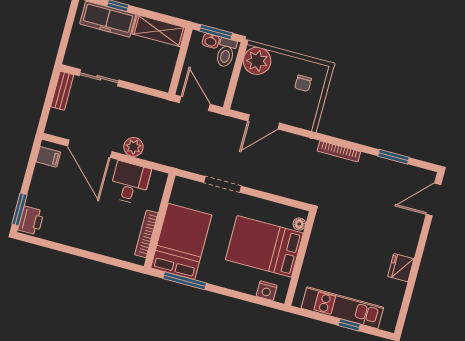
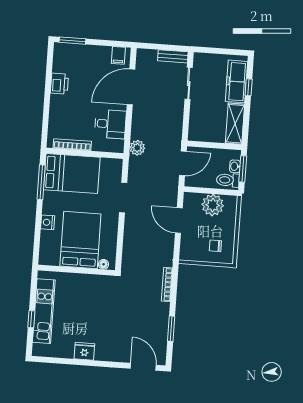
plant: (257, 61) -> (213, 205), moved
plant: (133, 147) -> (137, 148), moved
printer: (31, 221) -> (59, 84), moved, turned -90
nightstand: (267, 291) -> (48, 222), moved

